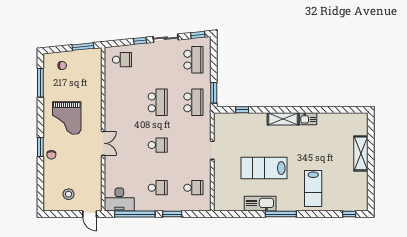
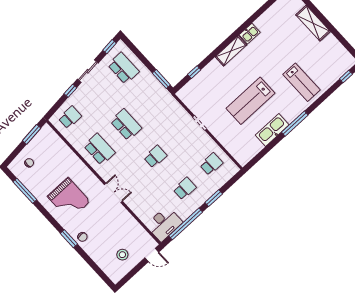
school desk: (193, 102) -> (99, 149), moved

